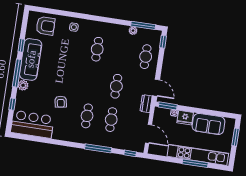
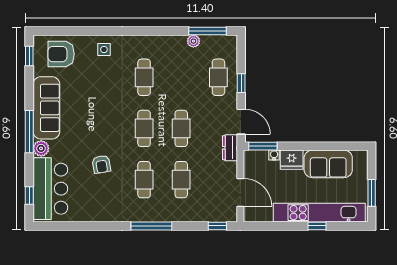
armchair: (45, 26) -> (61, 54), turned 180
window: (163, 42) -> (241, 83), moved
window: (21, 45) -> (29, 56), moved
cafe table: (92, 83) -> (144, 128), added
window: (12, 104) -> (29, 196), moved
bar counter: (32, 124) -> (50, 189), moved, turned 90
window: (235, 137) -> (372, 193), moved
window: (98, 148) -> (151, 226), moved
window: (195, 163) -> (317, 226), width x0.46

